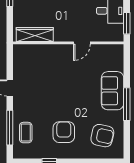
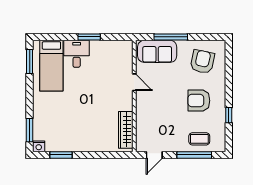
wardrobe: (35, 34) -> (126, 130), moved
wall: (68, 43) -> (134, 96), moved
door: (82, 43) -> (134, 82), moved

